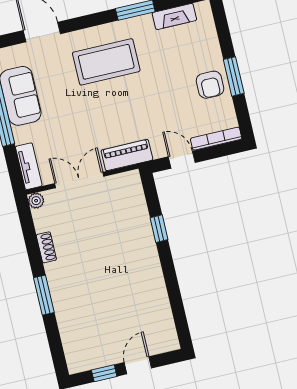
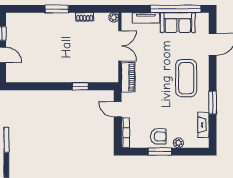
plant: (213, 50) -> (178, 143), added
armchair: (210, 85) -> (158, 136), turned 180
door: (182, 160) -> (118, 109), swing flipped
tv unit: (29, 166) -> (146, 18), moved

